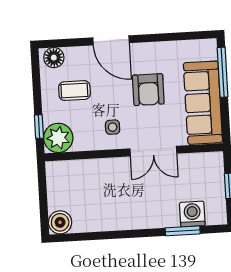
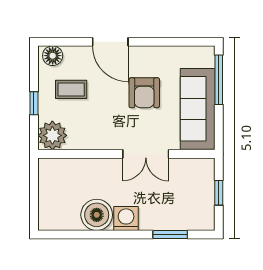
window: (39, 127) -> (34, 103), moved
side table: (113, 127) -> (107, 128), removed
washing machine: (192, 214) -> (126, 218), moved
boiler: (60, 222) -> (97, 215), moved, width x1.37, depth x1.37

